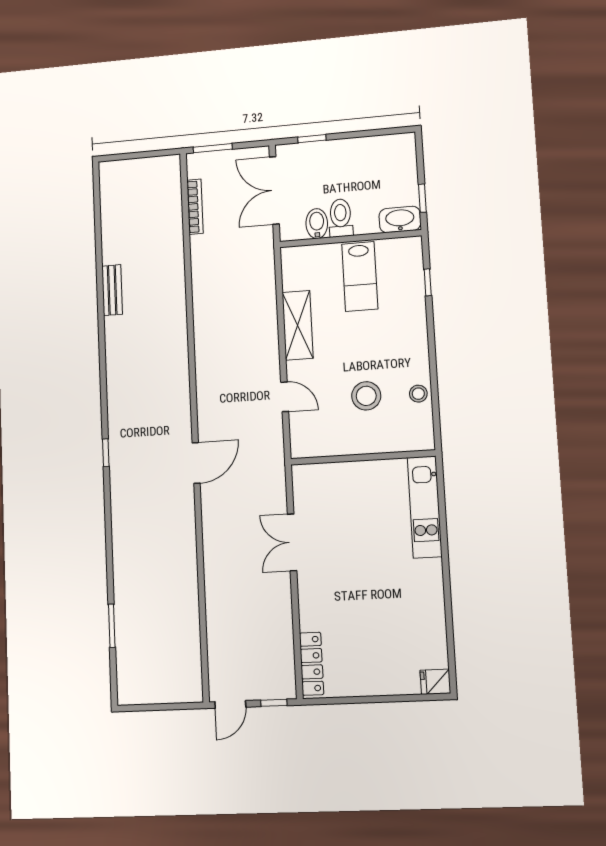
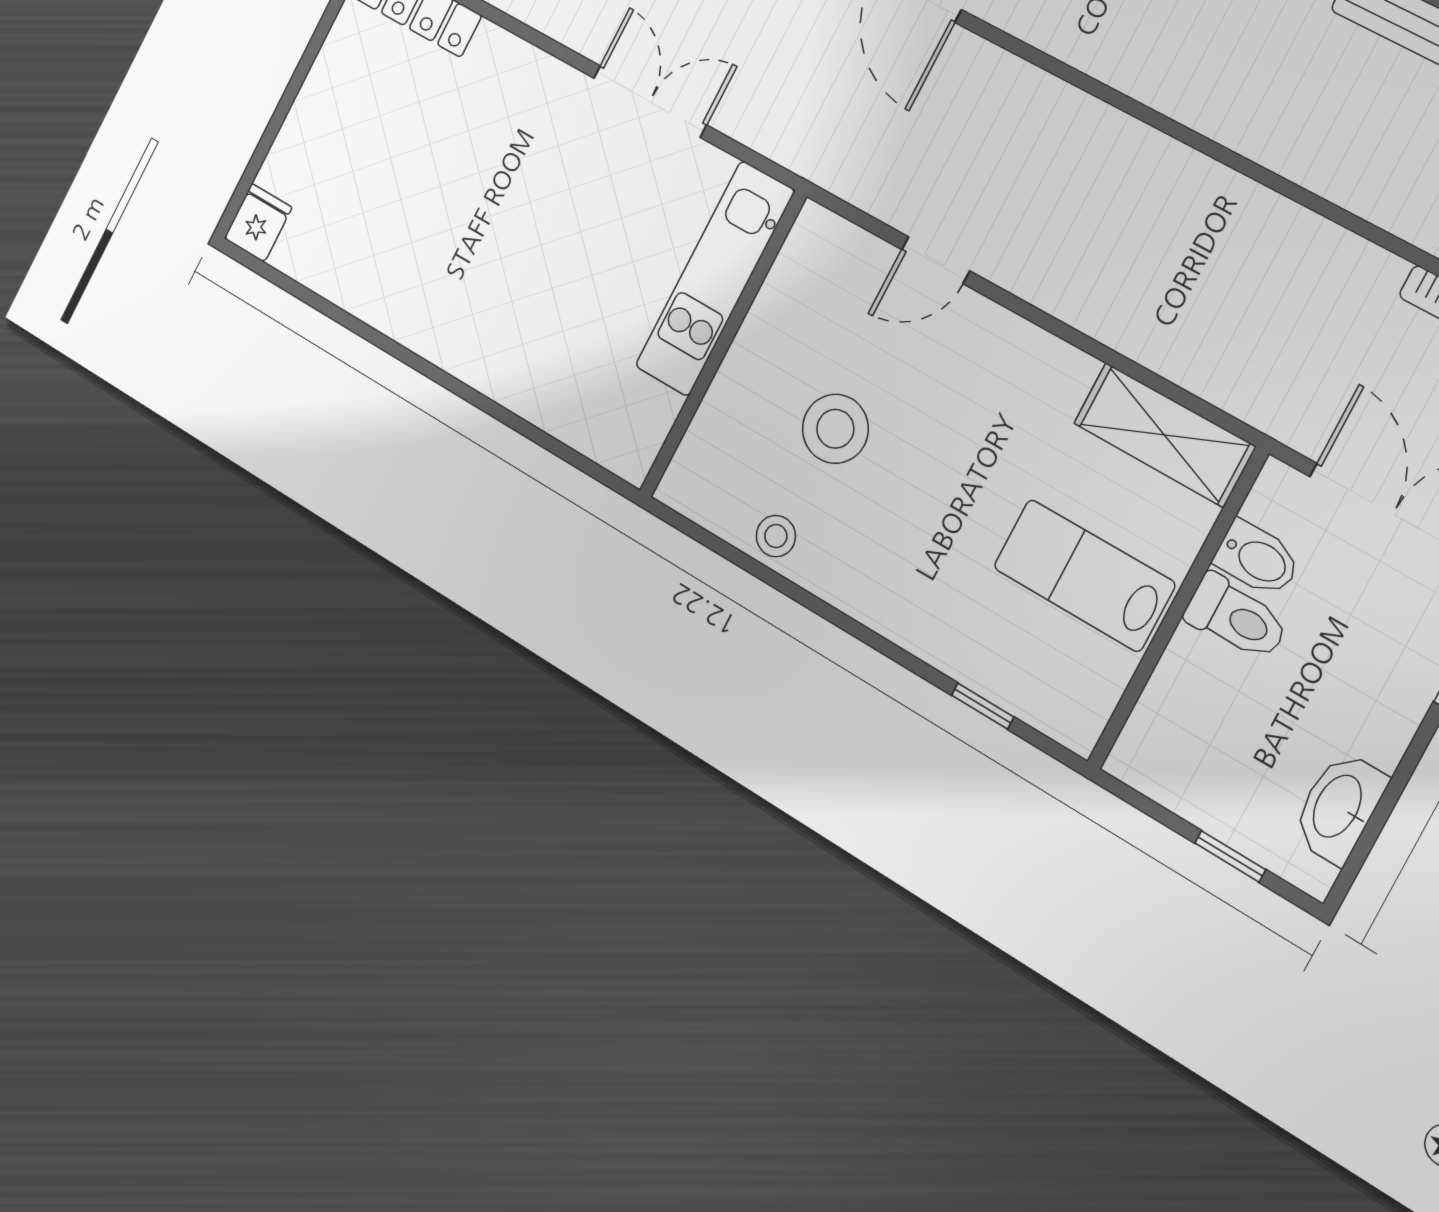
window: (422, 198) -> (1230, 856), moved
washbasin: (400, 219) -> (1339, 807), moved, turned 180
shelving: (298, 325) -> (1164, 435), moved
kitchen unit: (425, 507) -> (715, 279), moved, turned -90

